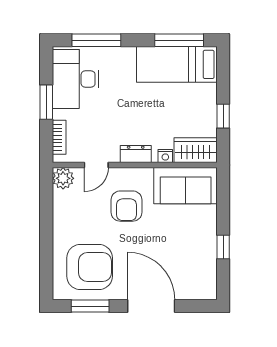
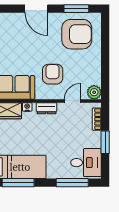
desk: (75, 79) -> (86, 163), width x0.73
armchair: (90, 267) -> (77, 34), turned 180
door: (151, 306) -> (36, 9), width x0.73

